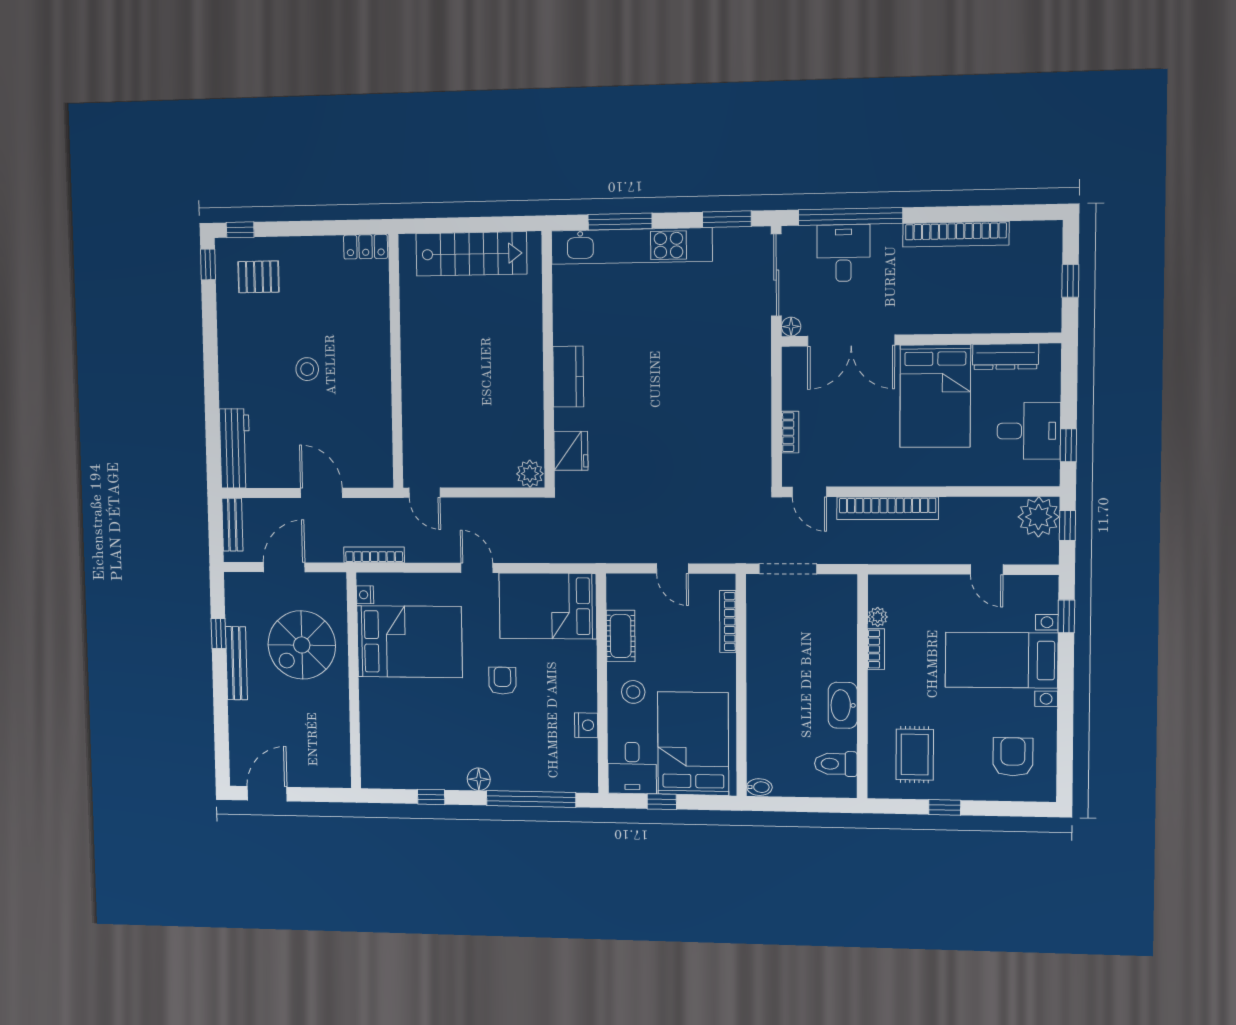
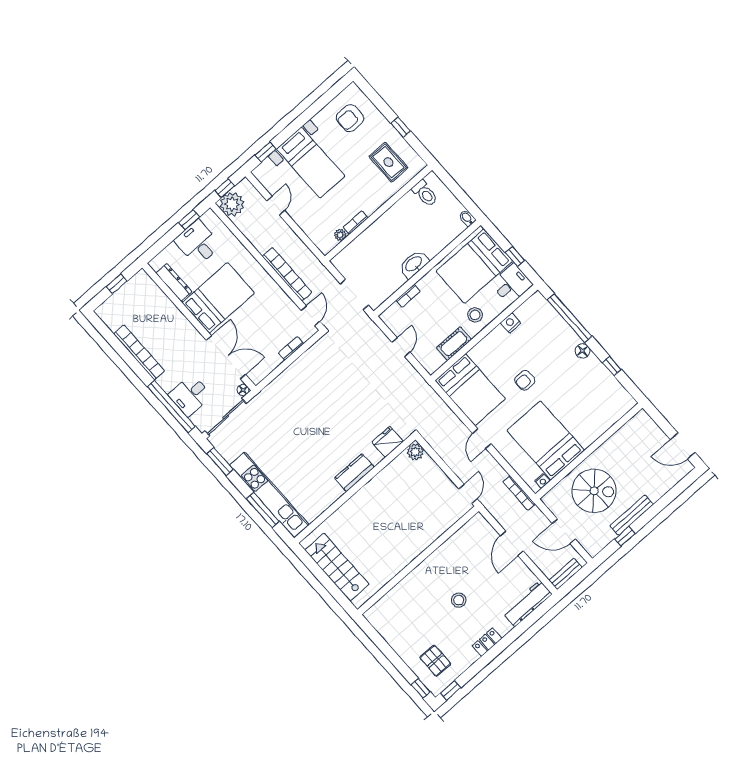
locker: (366, 247) -> (487, 642), moved, turned -90
bookcase: (728, 622) -> (408, 296), width x0.64
washbasin: (843, 705) -> (414, 264), moved, turned 180
rug: (915, 755) -> (388, 162), turned 90

